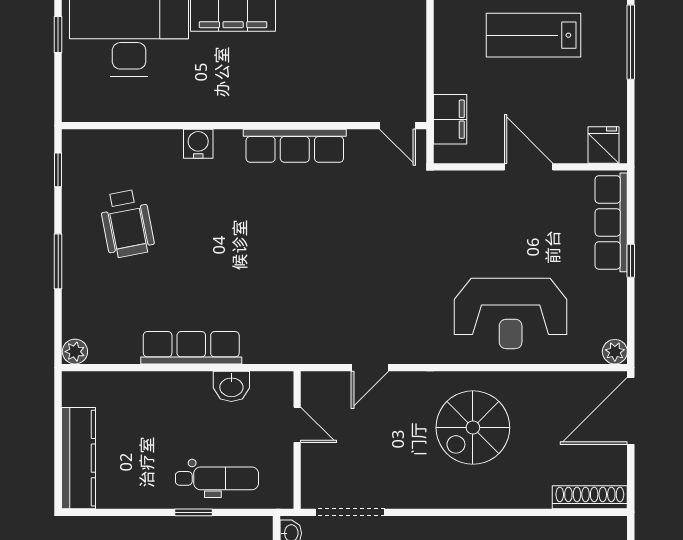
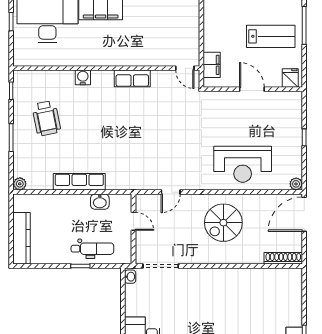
lab bench: (534, 35) -> (271, 36), moved, turned 180
row of seats: (295, 146) -> (132, 78), width x0.68
row of seats: (611, 222) -> (294, 118), removed

